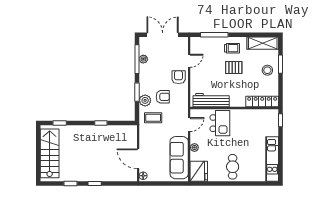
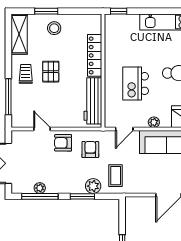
armchair: (163, 97) -> (90, 150), moved
locker: (262, 102) -> (95, 55), moved
kitchen island: (220, 123) -> (136, 84), moved, turned -90
door: (189, 125) -> (124, 129), swing flipped

